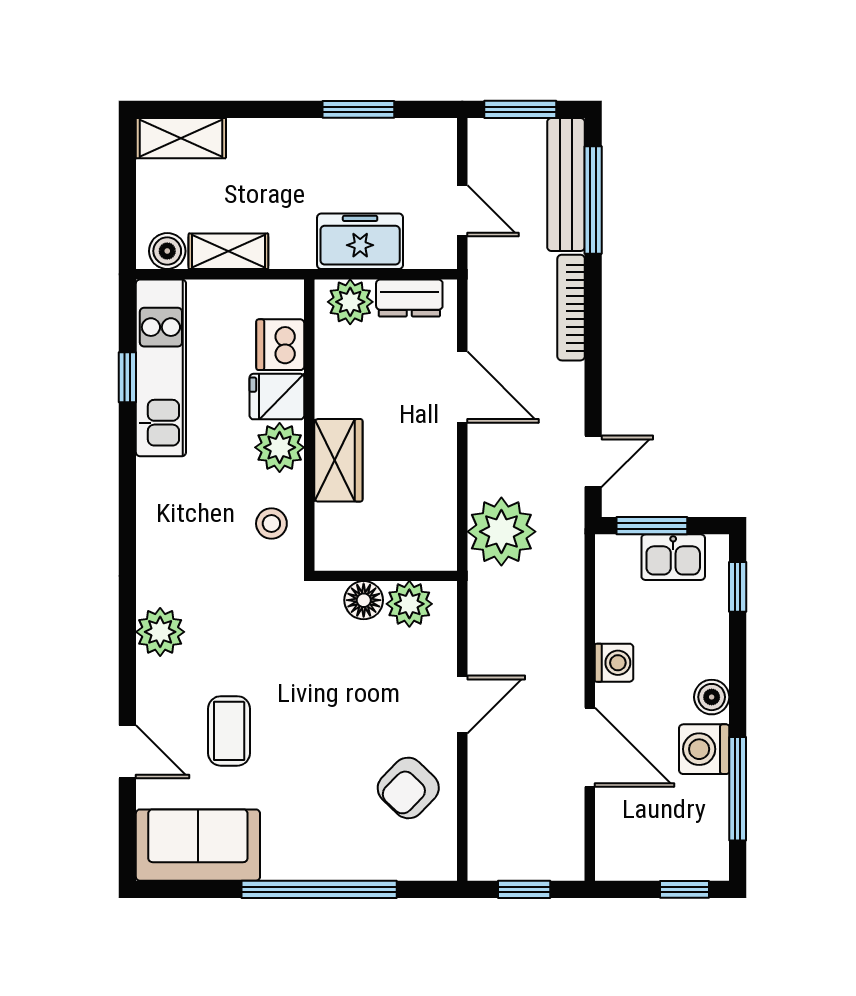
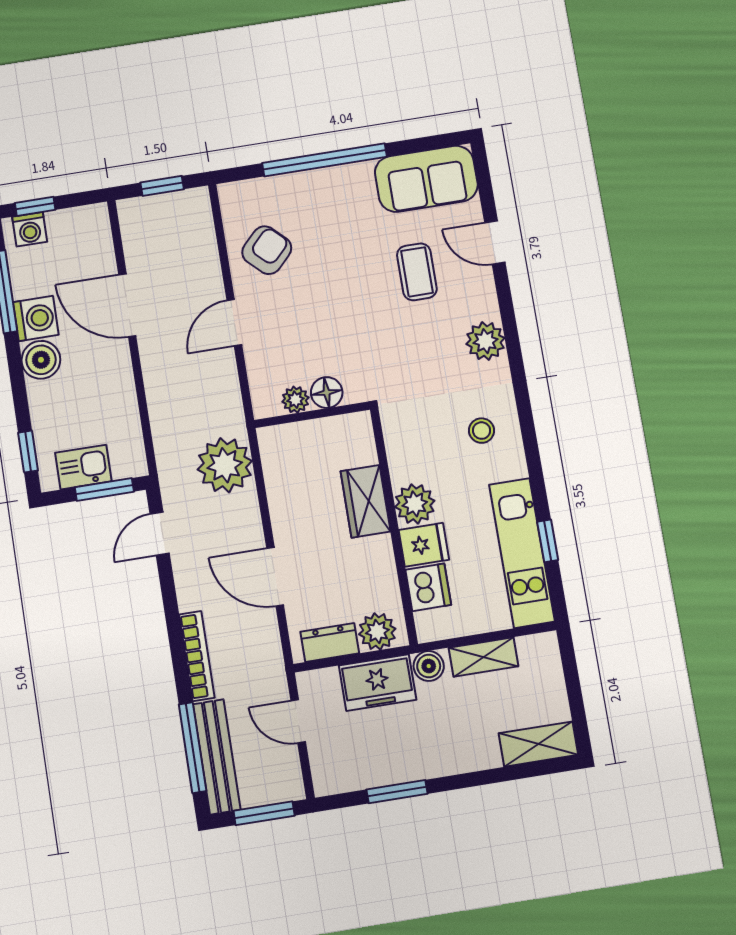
boiler: (167, 251) -> (429, 666), moved
stool: (271, 524) -> (482, 431), moved
plant: (409, 604) -> (295, 400), width x0.73, depth x0.73
washing machine: (614, 663) -> (30, 229), moved, turned -90
boiler: (712, 697) -> (41, 360), width x1.36, depth x1.36

